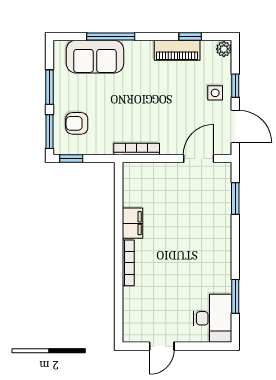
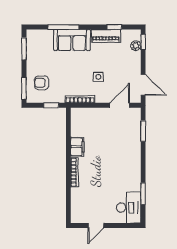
plant: (224, 49) -> (136, 46), moved
sofa: (95, 57) -> (72, 40), moved
window: (235, 86) -> (143, 42), moved
window: (49, 87) -> (24, 49), moved
side table: (215, 93) -> (98, 77), moved
window: (71, 158) -> (51, 105), moved

